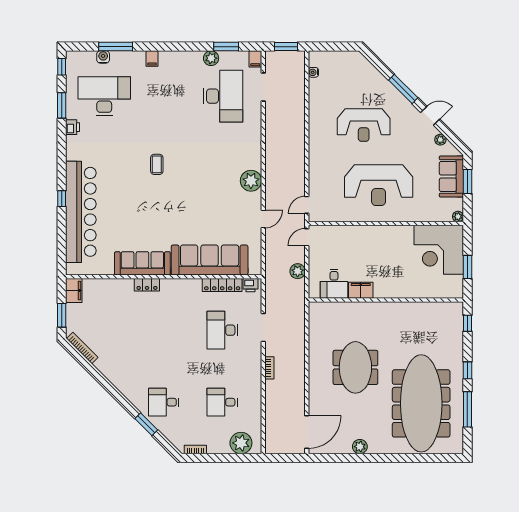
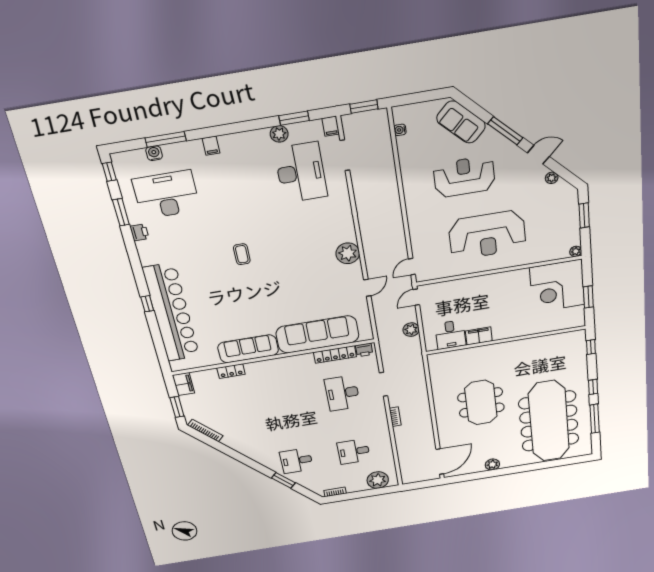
reception desk: (364, 125) -> (464, 177), turned 180
sofa: (451, 176) -> (461, 122), moved, turned -45
locker: (147, 285) -> (231, 371), moved

